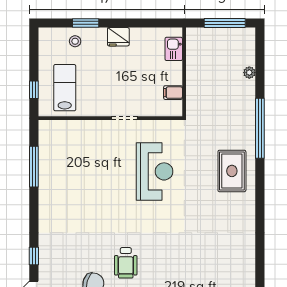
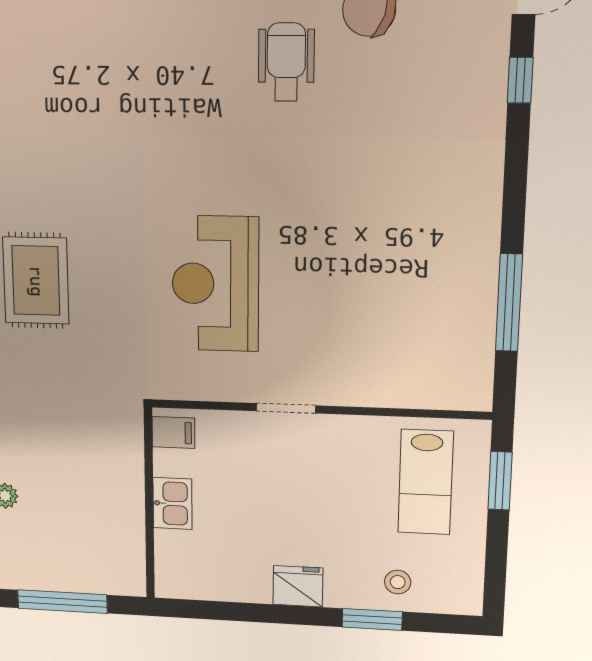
kitchen sink: (174, 49) -> (172, 503), moved
window: (34, 90) -> (500, 481), width x1.50
filing cabinet: (173, 93) -> (173, 433), moved

